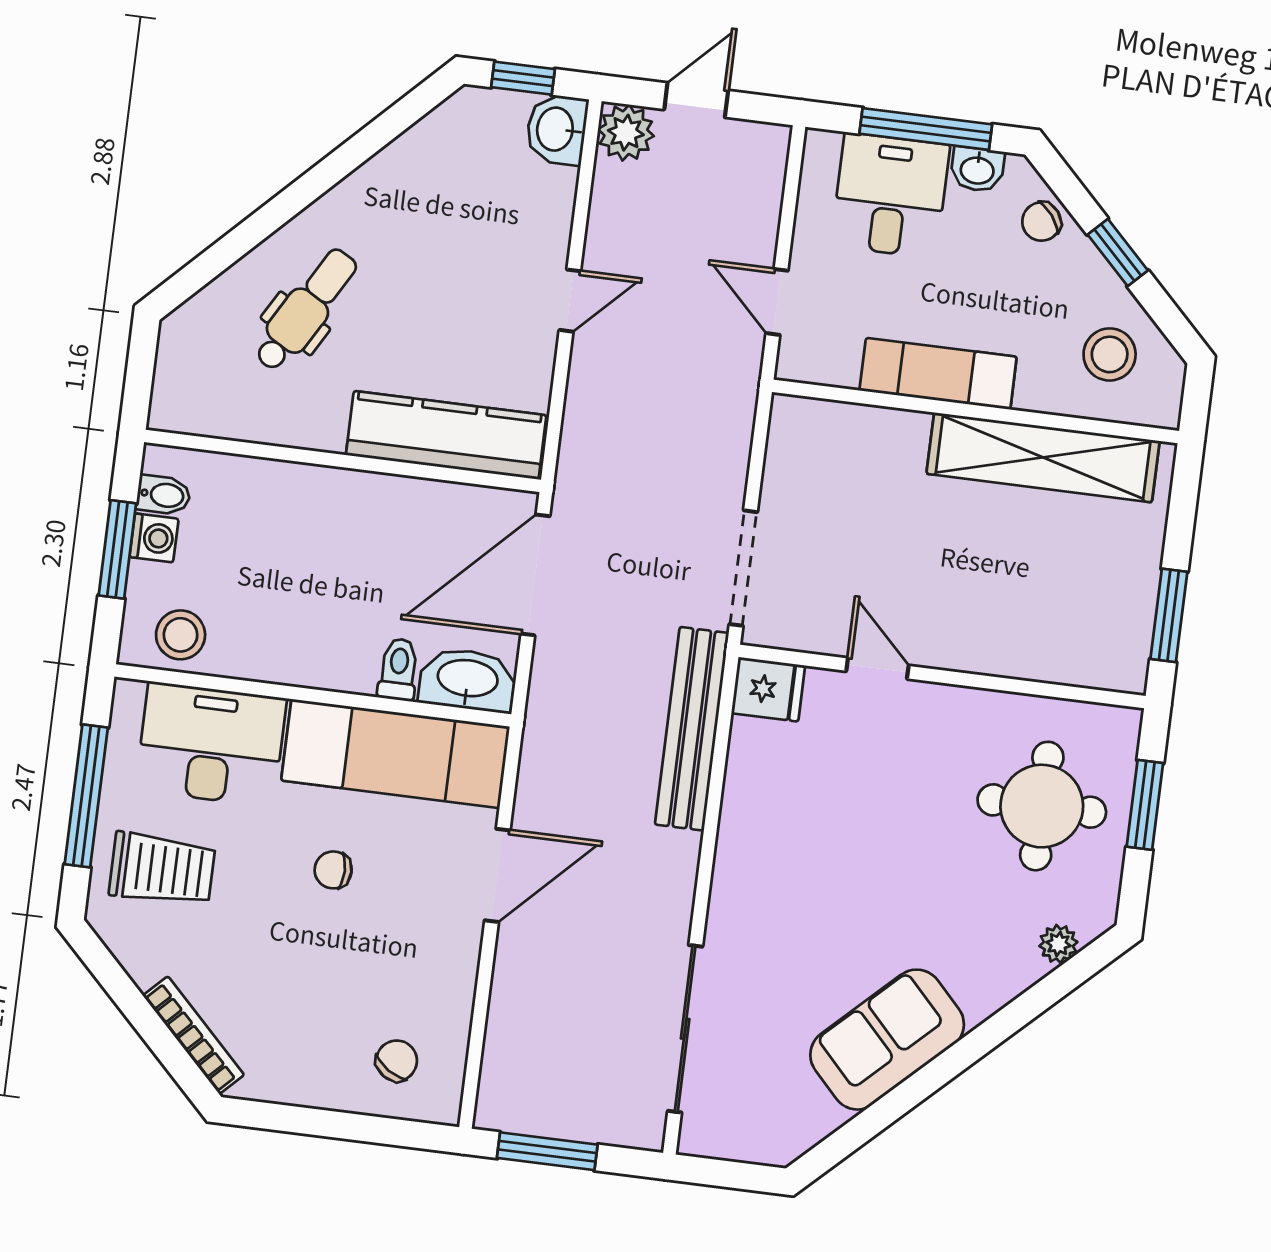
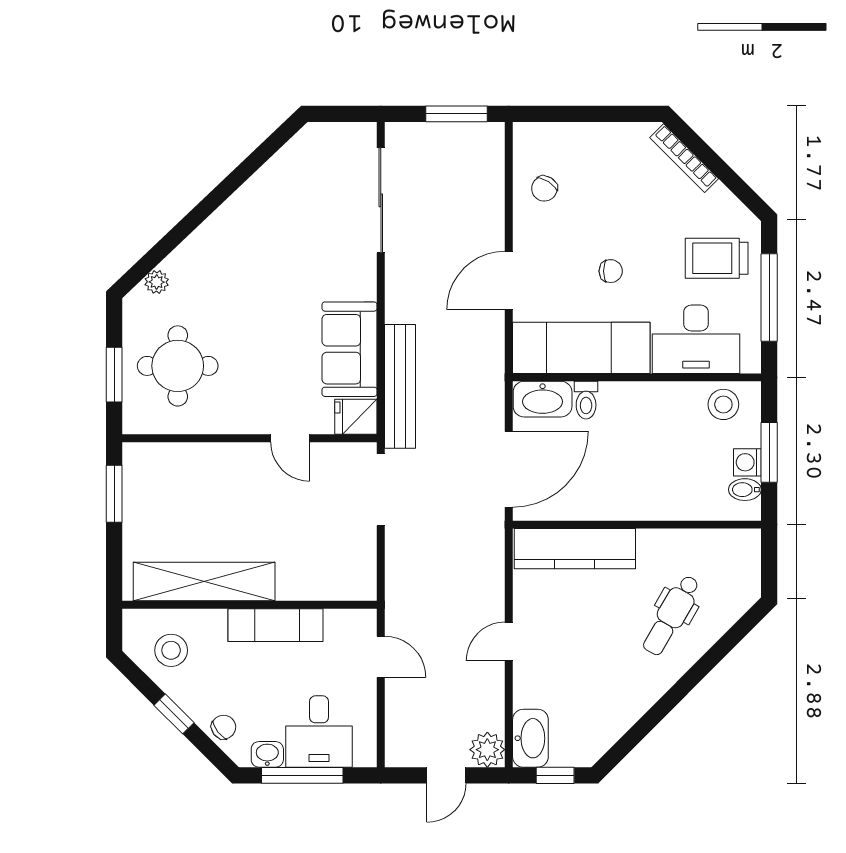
washbasin: (557, 129) -> (530, 738), width x1.38
sofa: (887, 1040) -> (350, 349), moved, turned 134
chair: (397, 1061) -> (544, 189), moved

